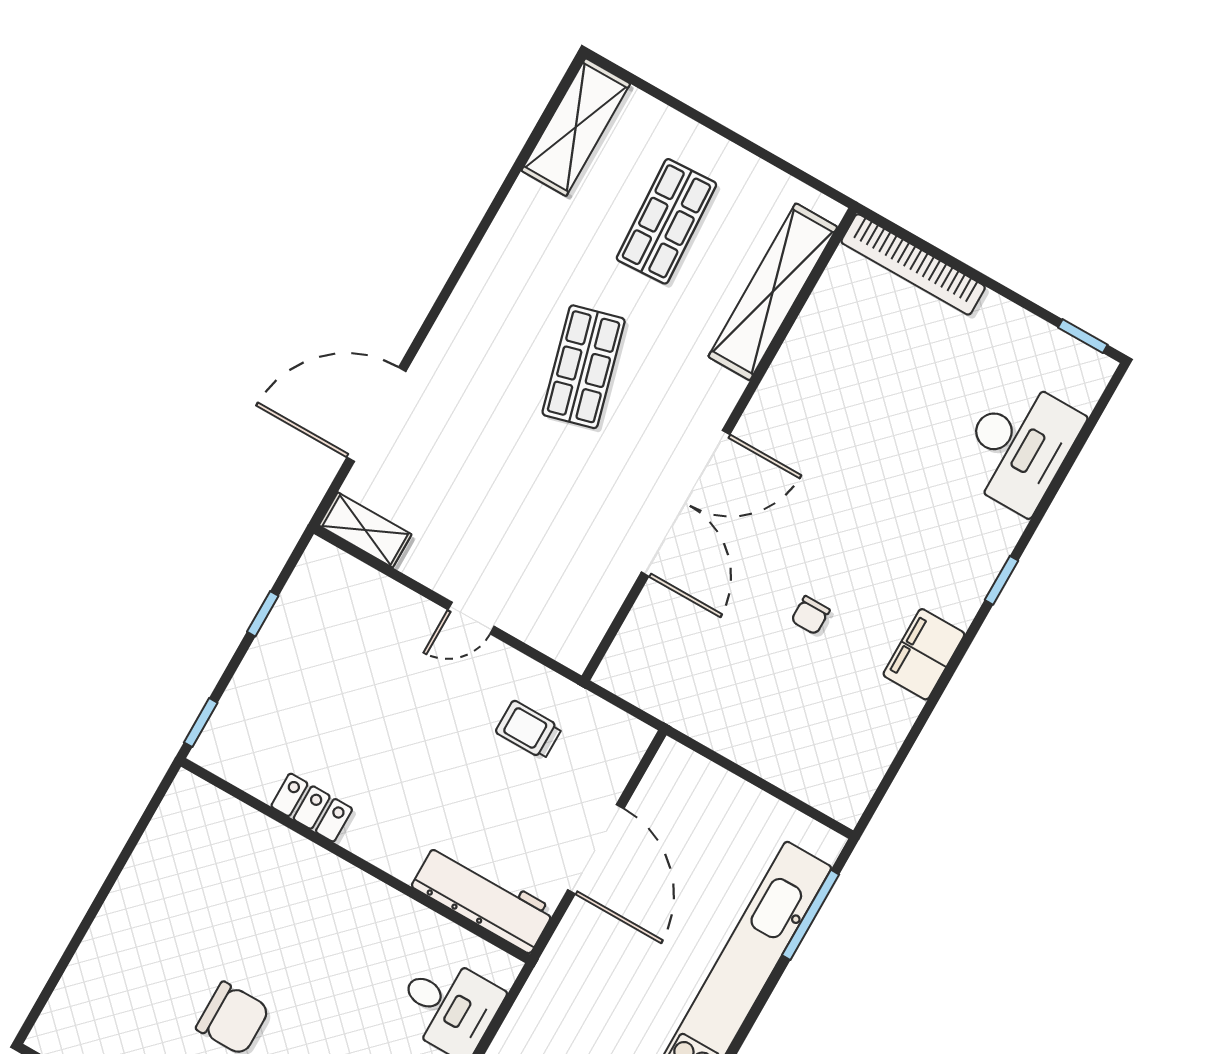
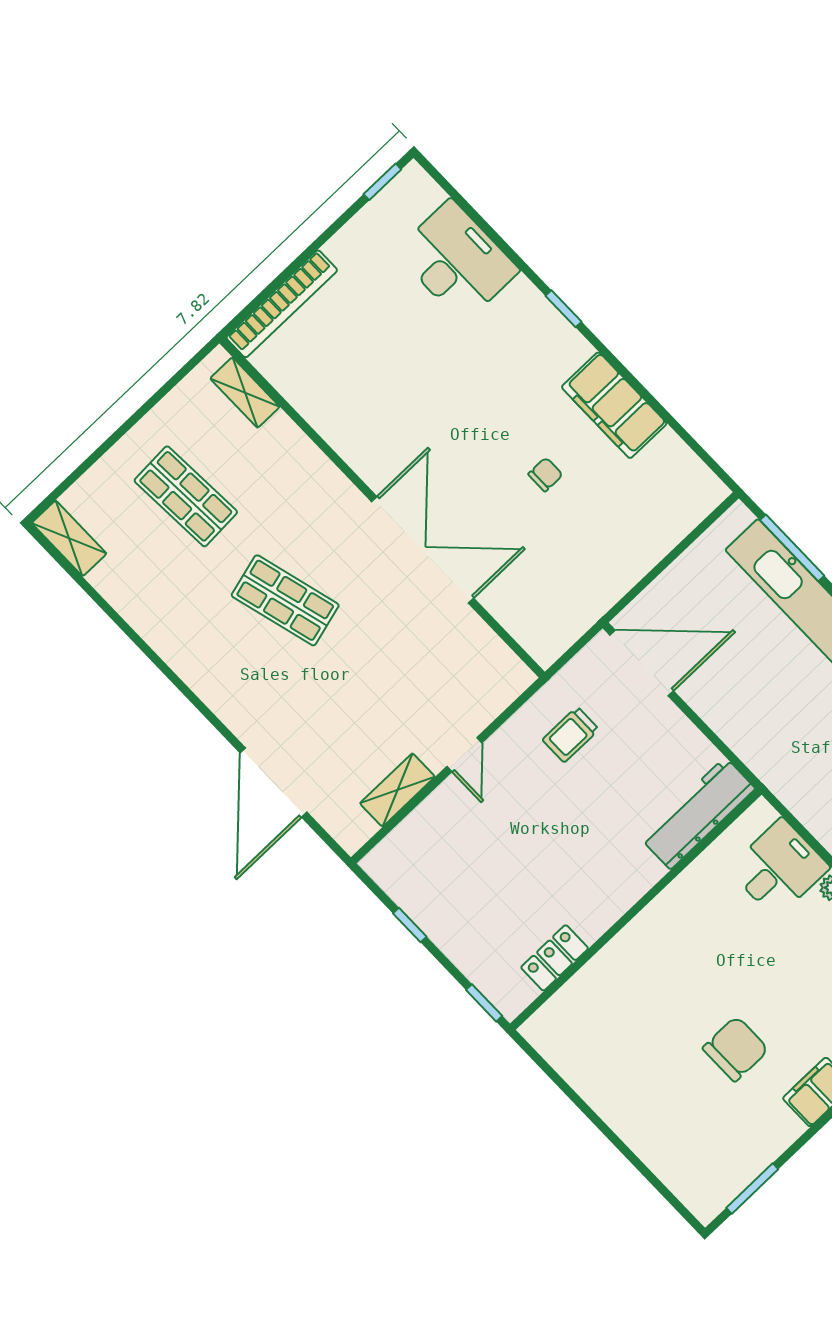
shelving: (576, 127) -> (69, 538), width x0.67, depth x0.75
shelving: (773, 292) -> (245, 393), width x0.45, depth x0.75
shelving: (365, 530) -> (397, 790), moved
chair: (810, 615) -> (545, 474), turned -90
filing cabinet: (924, 654) -> (614, 405), width x1.50, depth x1.17
locker: (312, 808) -> (555, 958), moved
door: (596, 849) -> (642, 663), moved

